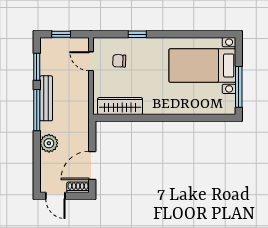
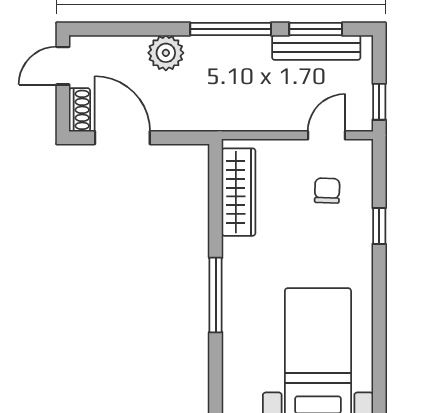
window: (61, 34) -> (379, 102), moved
bench: (46, 98) -> (316, 47), moved
window: (173, 118) -> (216, 295), added

